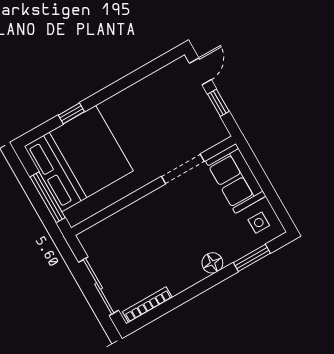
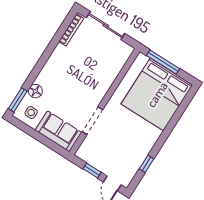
window: (71, 113) -> (147, 164), moved
window: (252, 258) -> (18, 100), moved
floor lamp: (212, 263) -> (35, 91), moved

